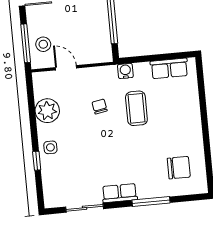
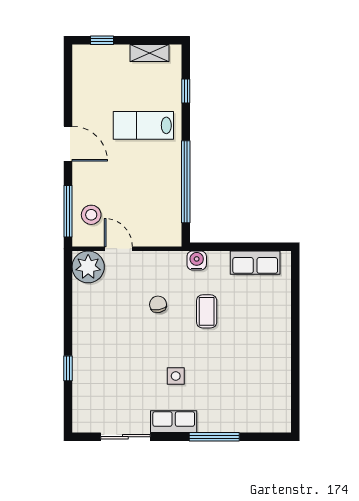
coffee table: (136, 108) -> (207, 311), width x0.73, depth x0.77
plant: (47, 111) -> (88, 267), moved
side table: (50, 147) -> (176, 376), moved
chair: (179, 168) -> (255, 395), removed

